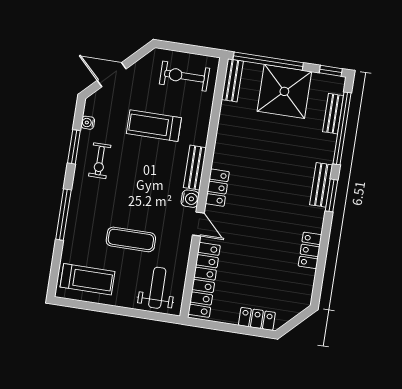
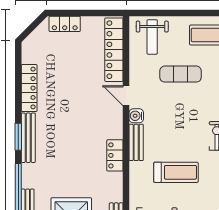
bench: (321, 185) -> (28, 138), width x1.36
locker: (217, 188) -> (115, 155), moved
locker: (310, 250) -> (29, 88), width x1.53

